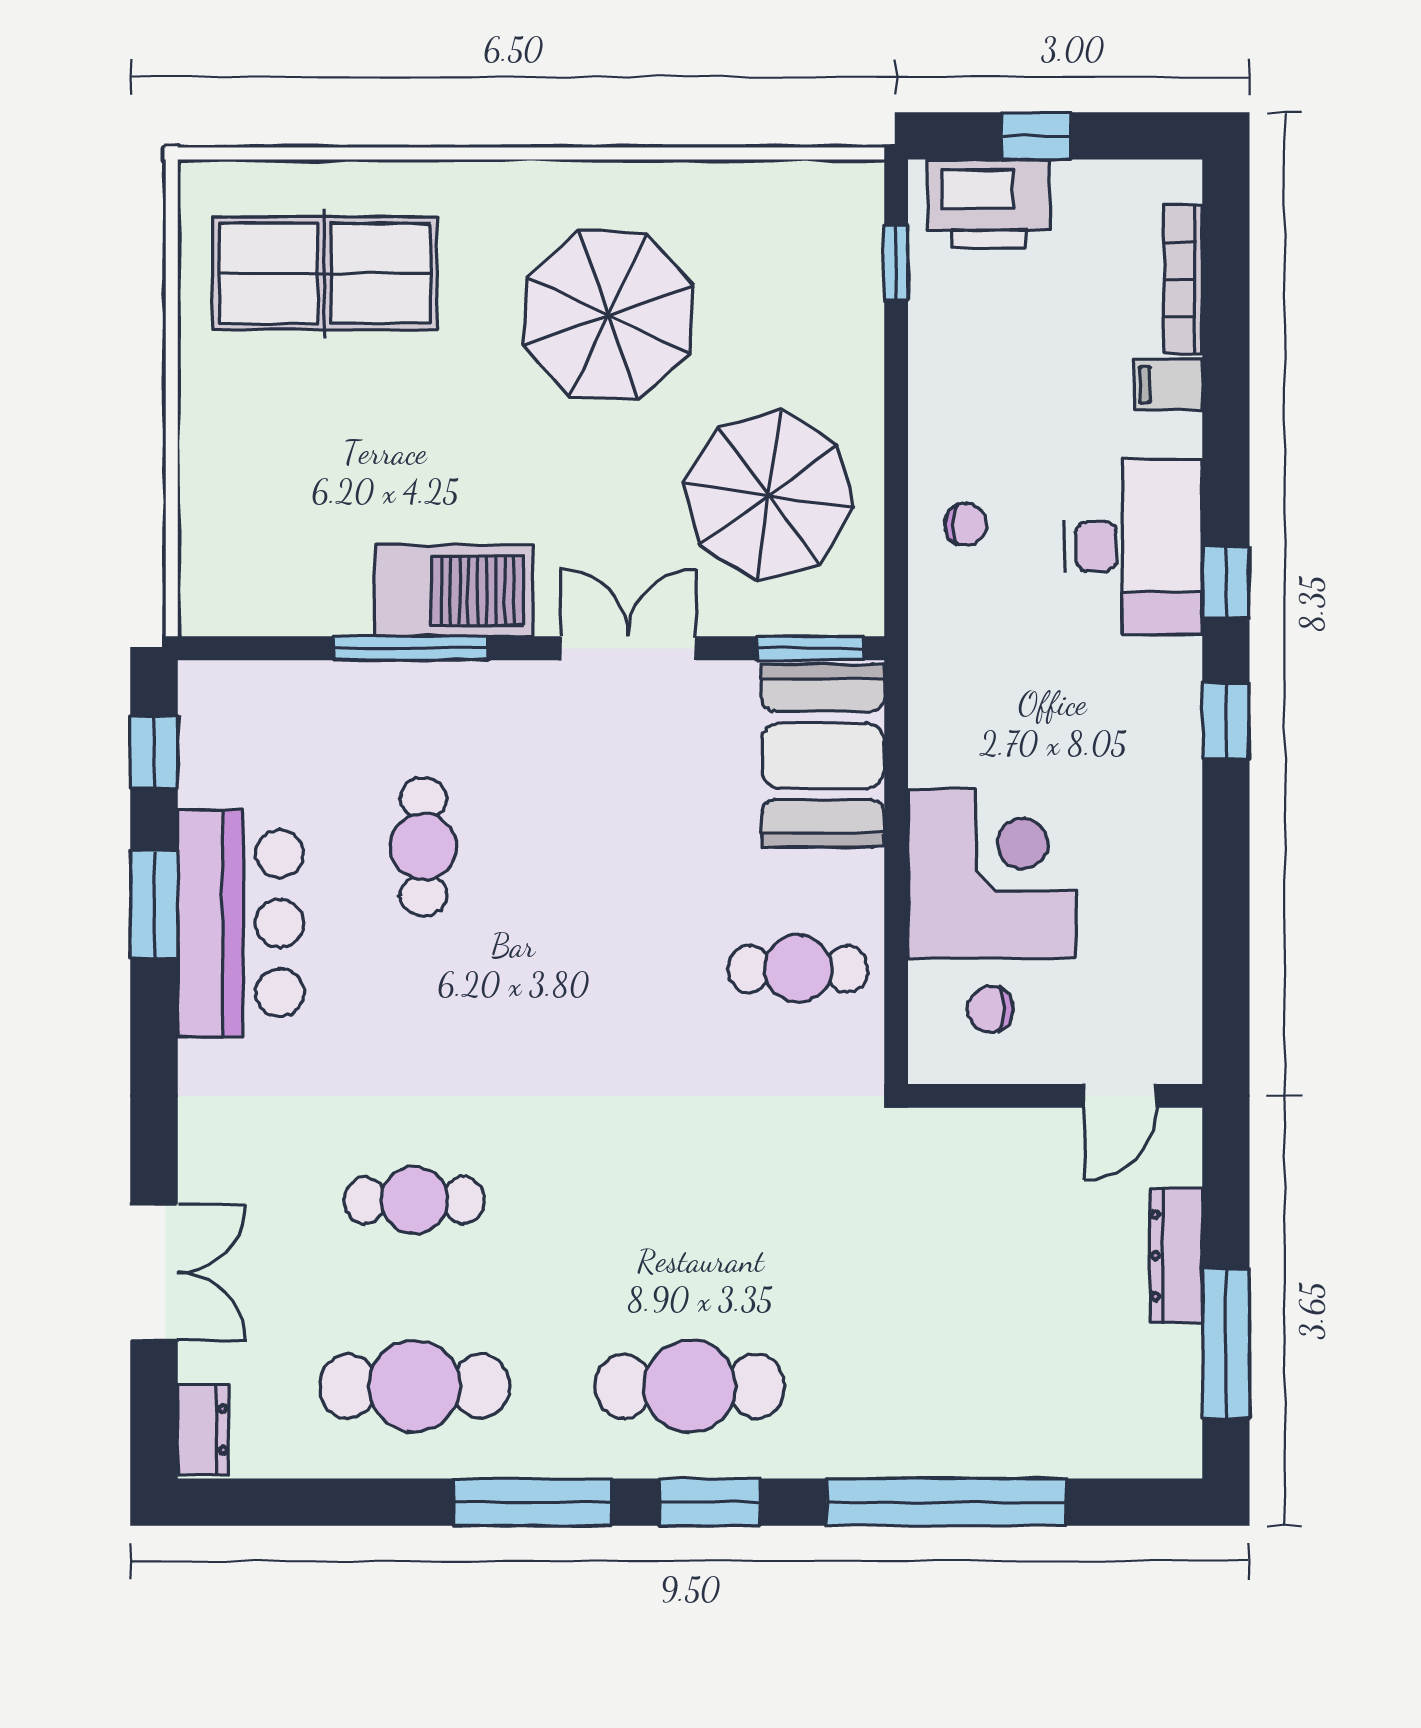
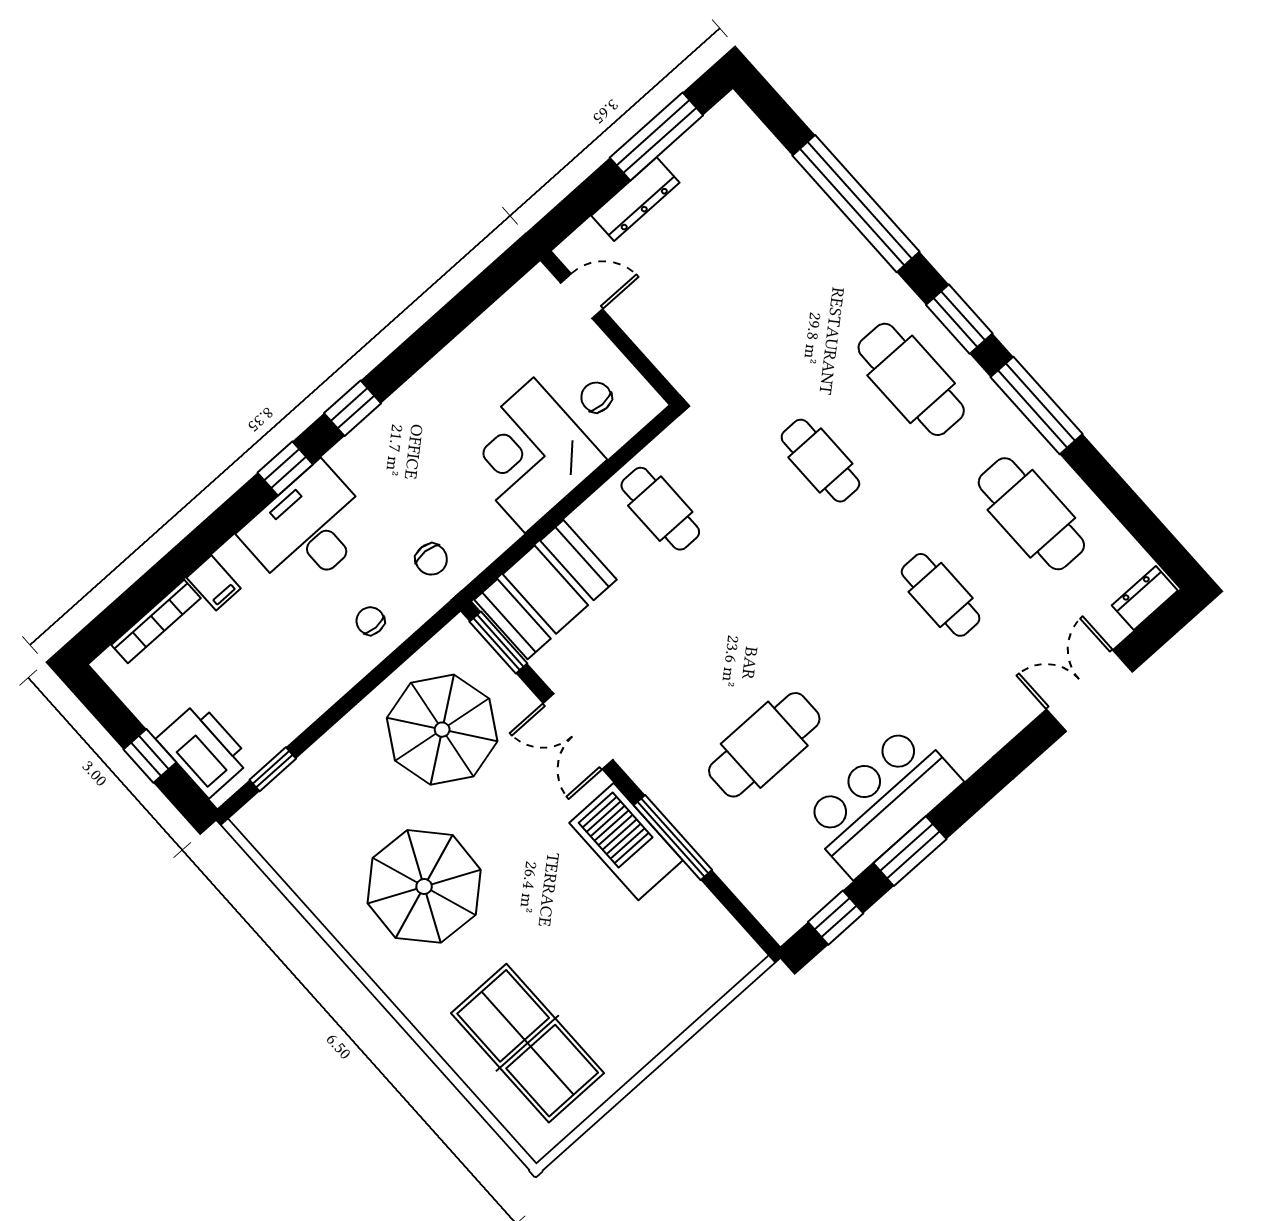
chair: (974, 657) -> (431, 559), added
cafe table: (423, 847) -> (764, 745), width x1.37, depth x1.35
chair: (990, 1009) -> (596, 397), turned 180
cafe table: (690, 1200) -> (820, 461), added

